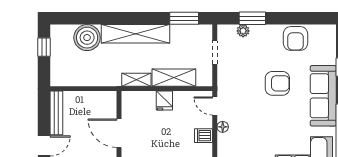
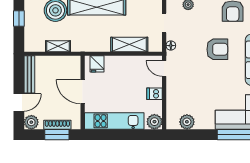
shelving: (136, 80) -> (58, 46), moved
fridge: (164, 101) -> (97, 64), moved
floor lamp: (223, 127) -> (171, 46), moved

